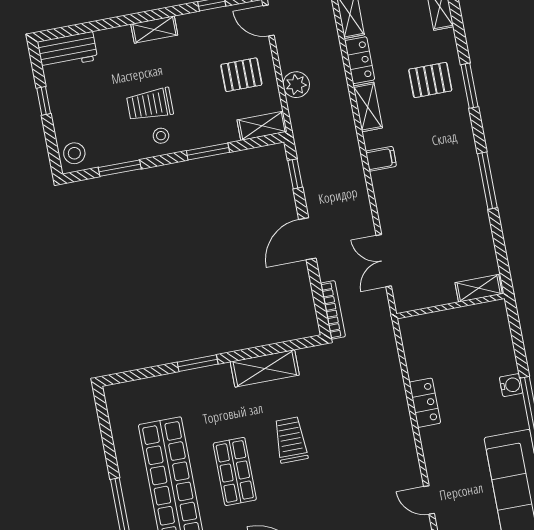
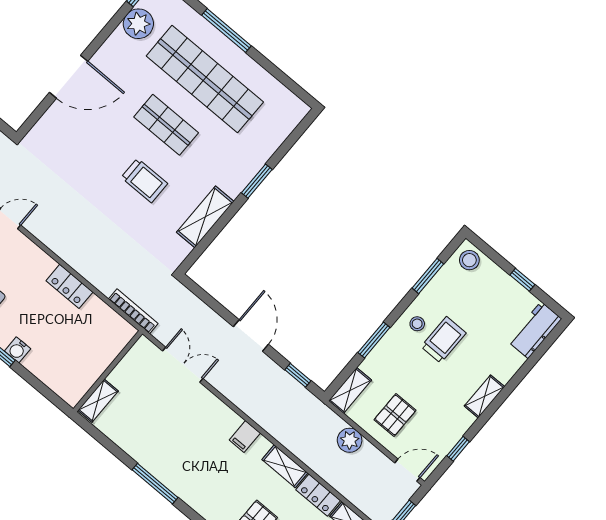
bookcase: (333, 310) -> (133, 311), moved, turned 180

